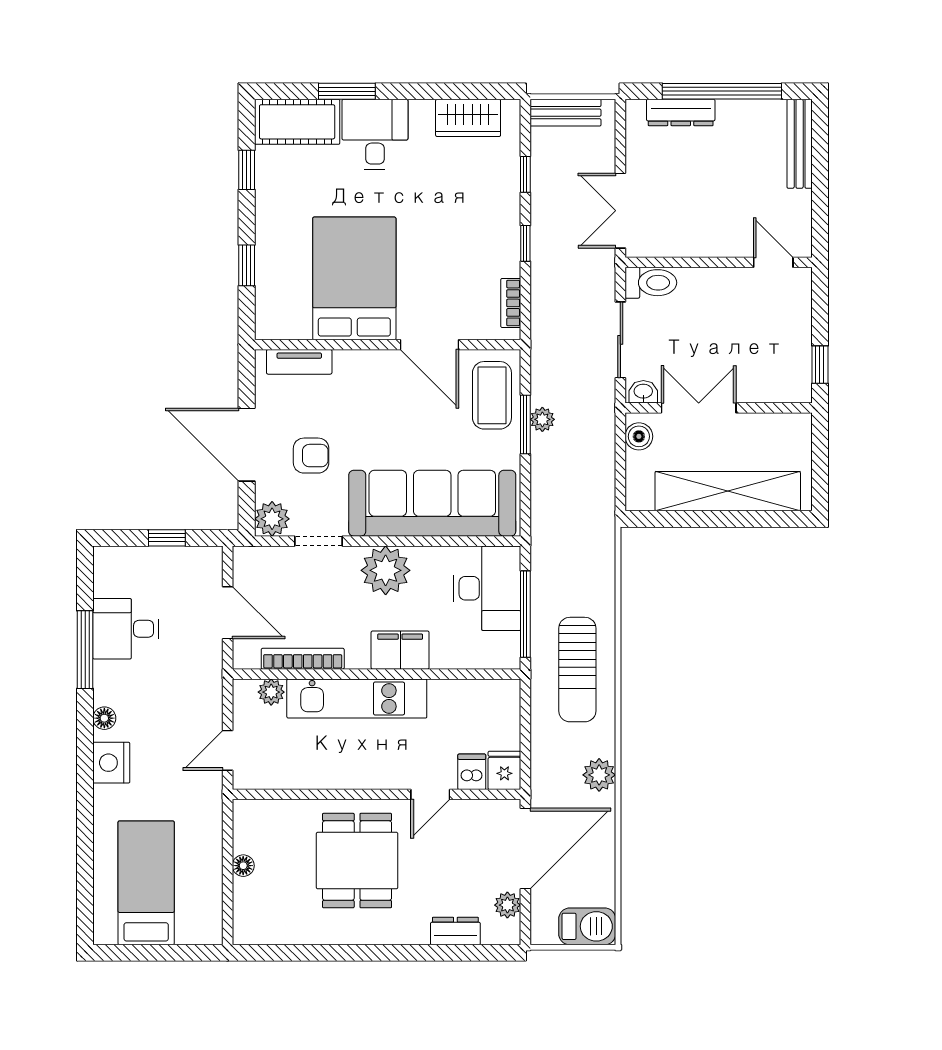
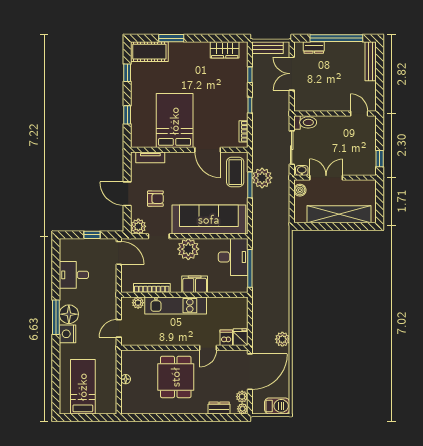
dresser: (681, 112) -> (314, 47), width x0.70
desk: (375, 135) -> (184, 57), removed
double door: (620, 211) -> (292, 74), moved
plant: (542, 419) -> (262, 178), width x1.87, depth x1.87
door: (247, 445) -> (127, 194), width x0.73
door: (228, 613) -> (119, 253), moved
window: (85, 650) -> (56, 317), moved
sun lounger: (577, 670) -> (273, 293), removed
floor lamp: (104, 718) -> (69, 314), width x1.89, depth x1.89
plant: (509, 933) -> (242, 409), added

